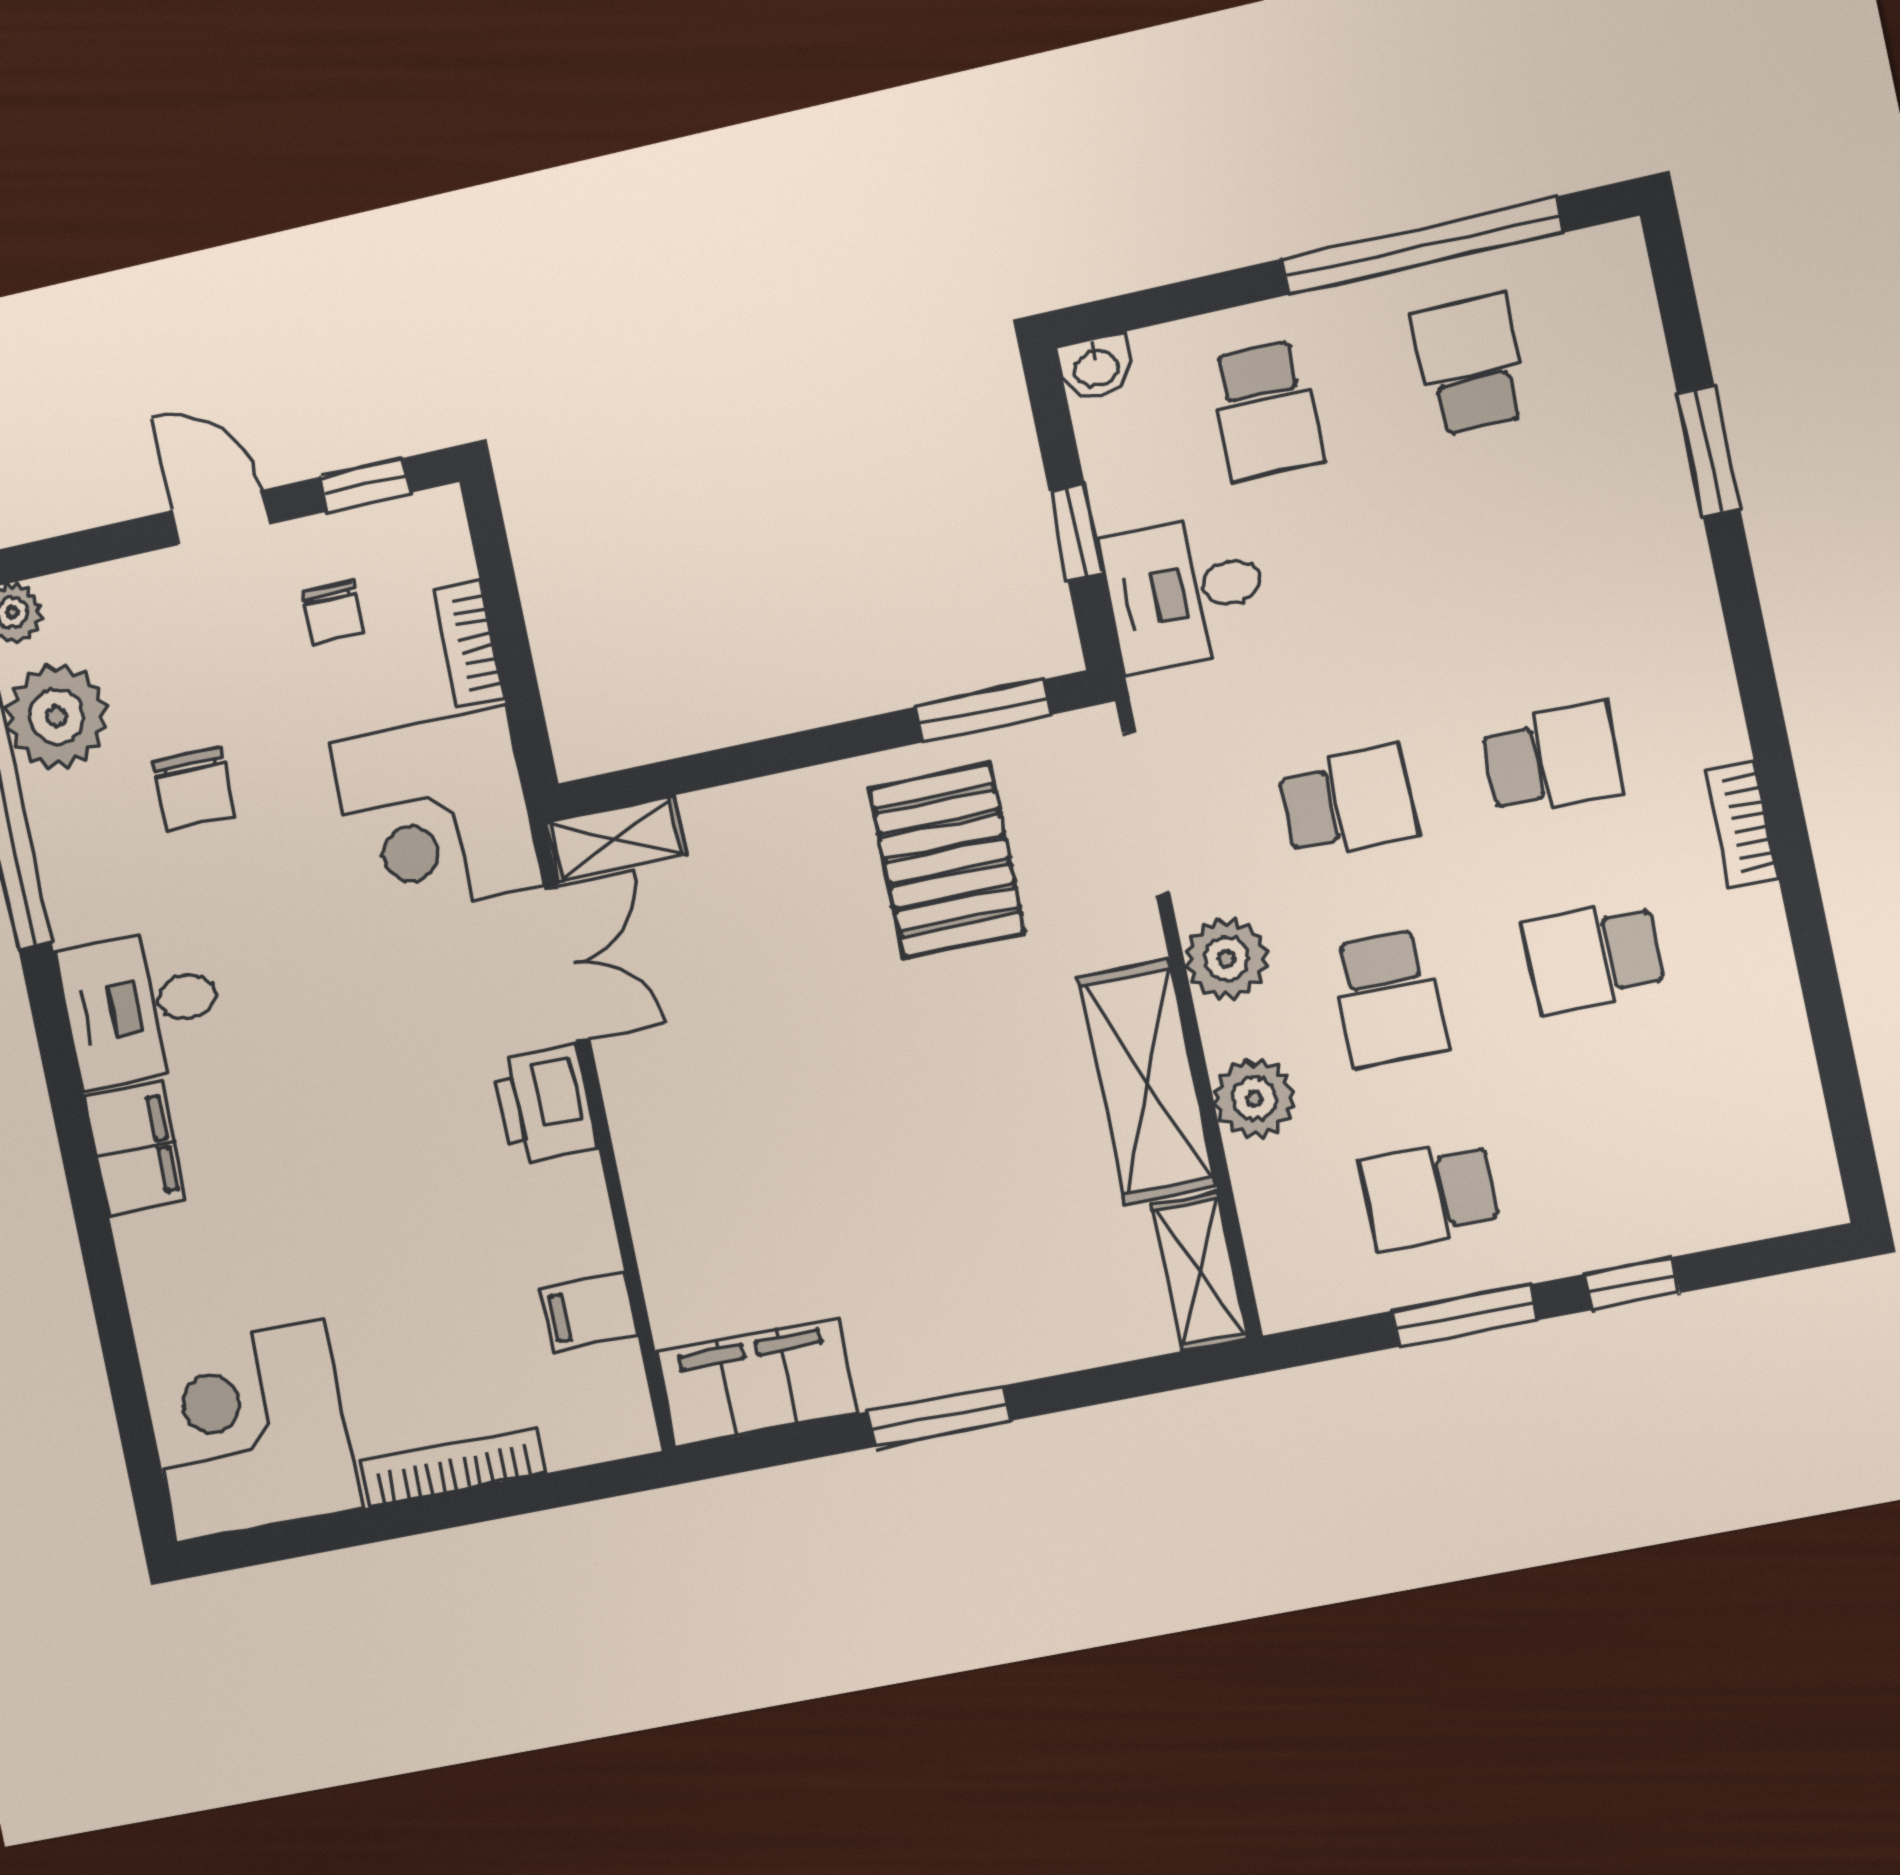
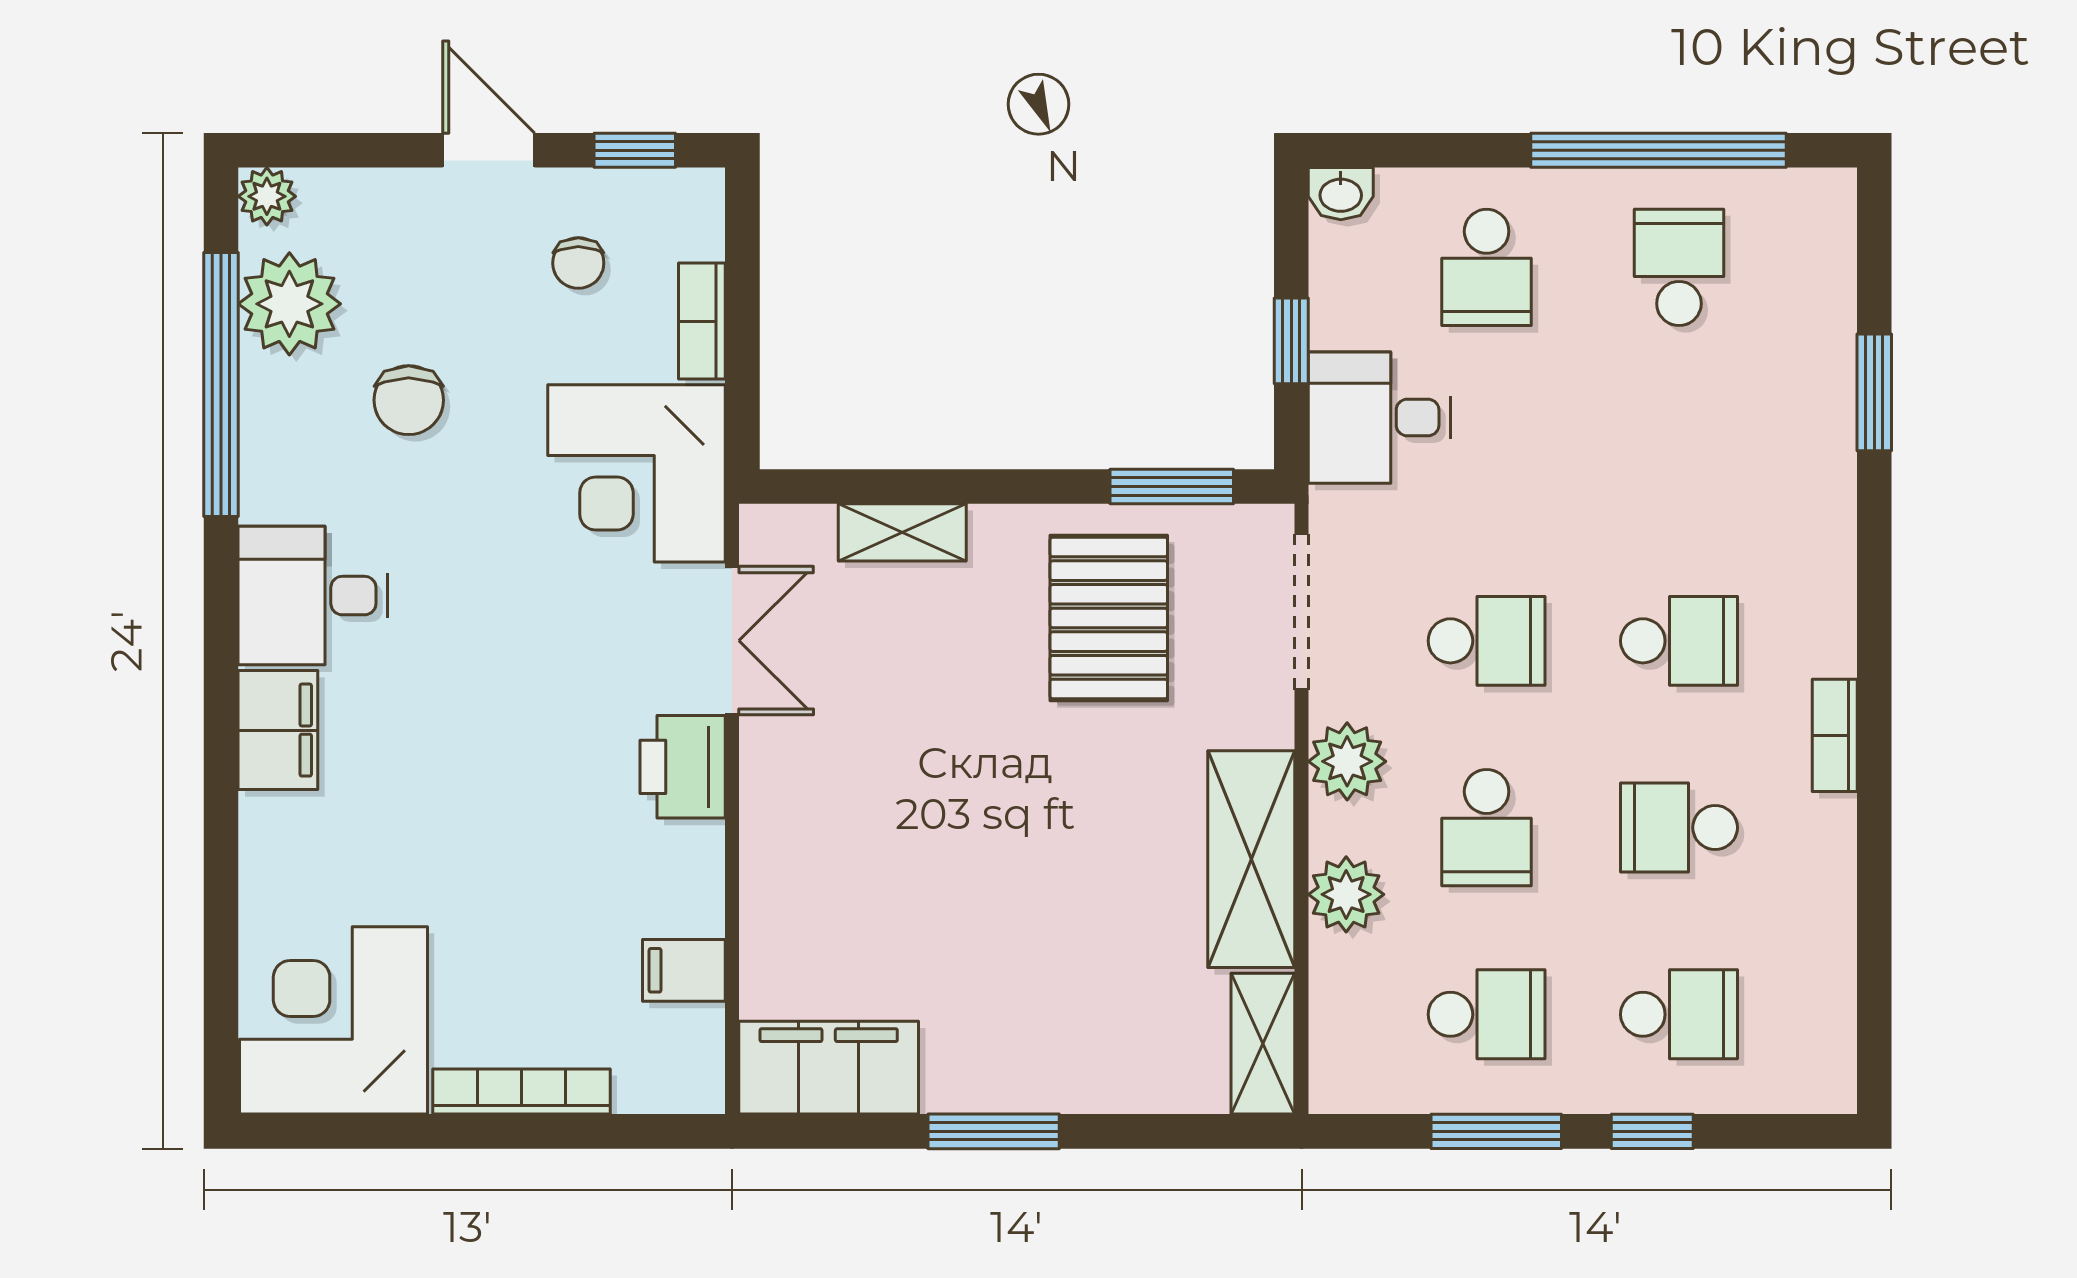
shelving: (616, 839) -> (902, 532), moved
school desk: (1635, 1154) -> (1679, 1014), added
school desk: (1429, 1194) -> (1487, 1014), turned 180

